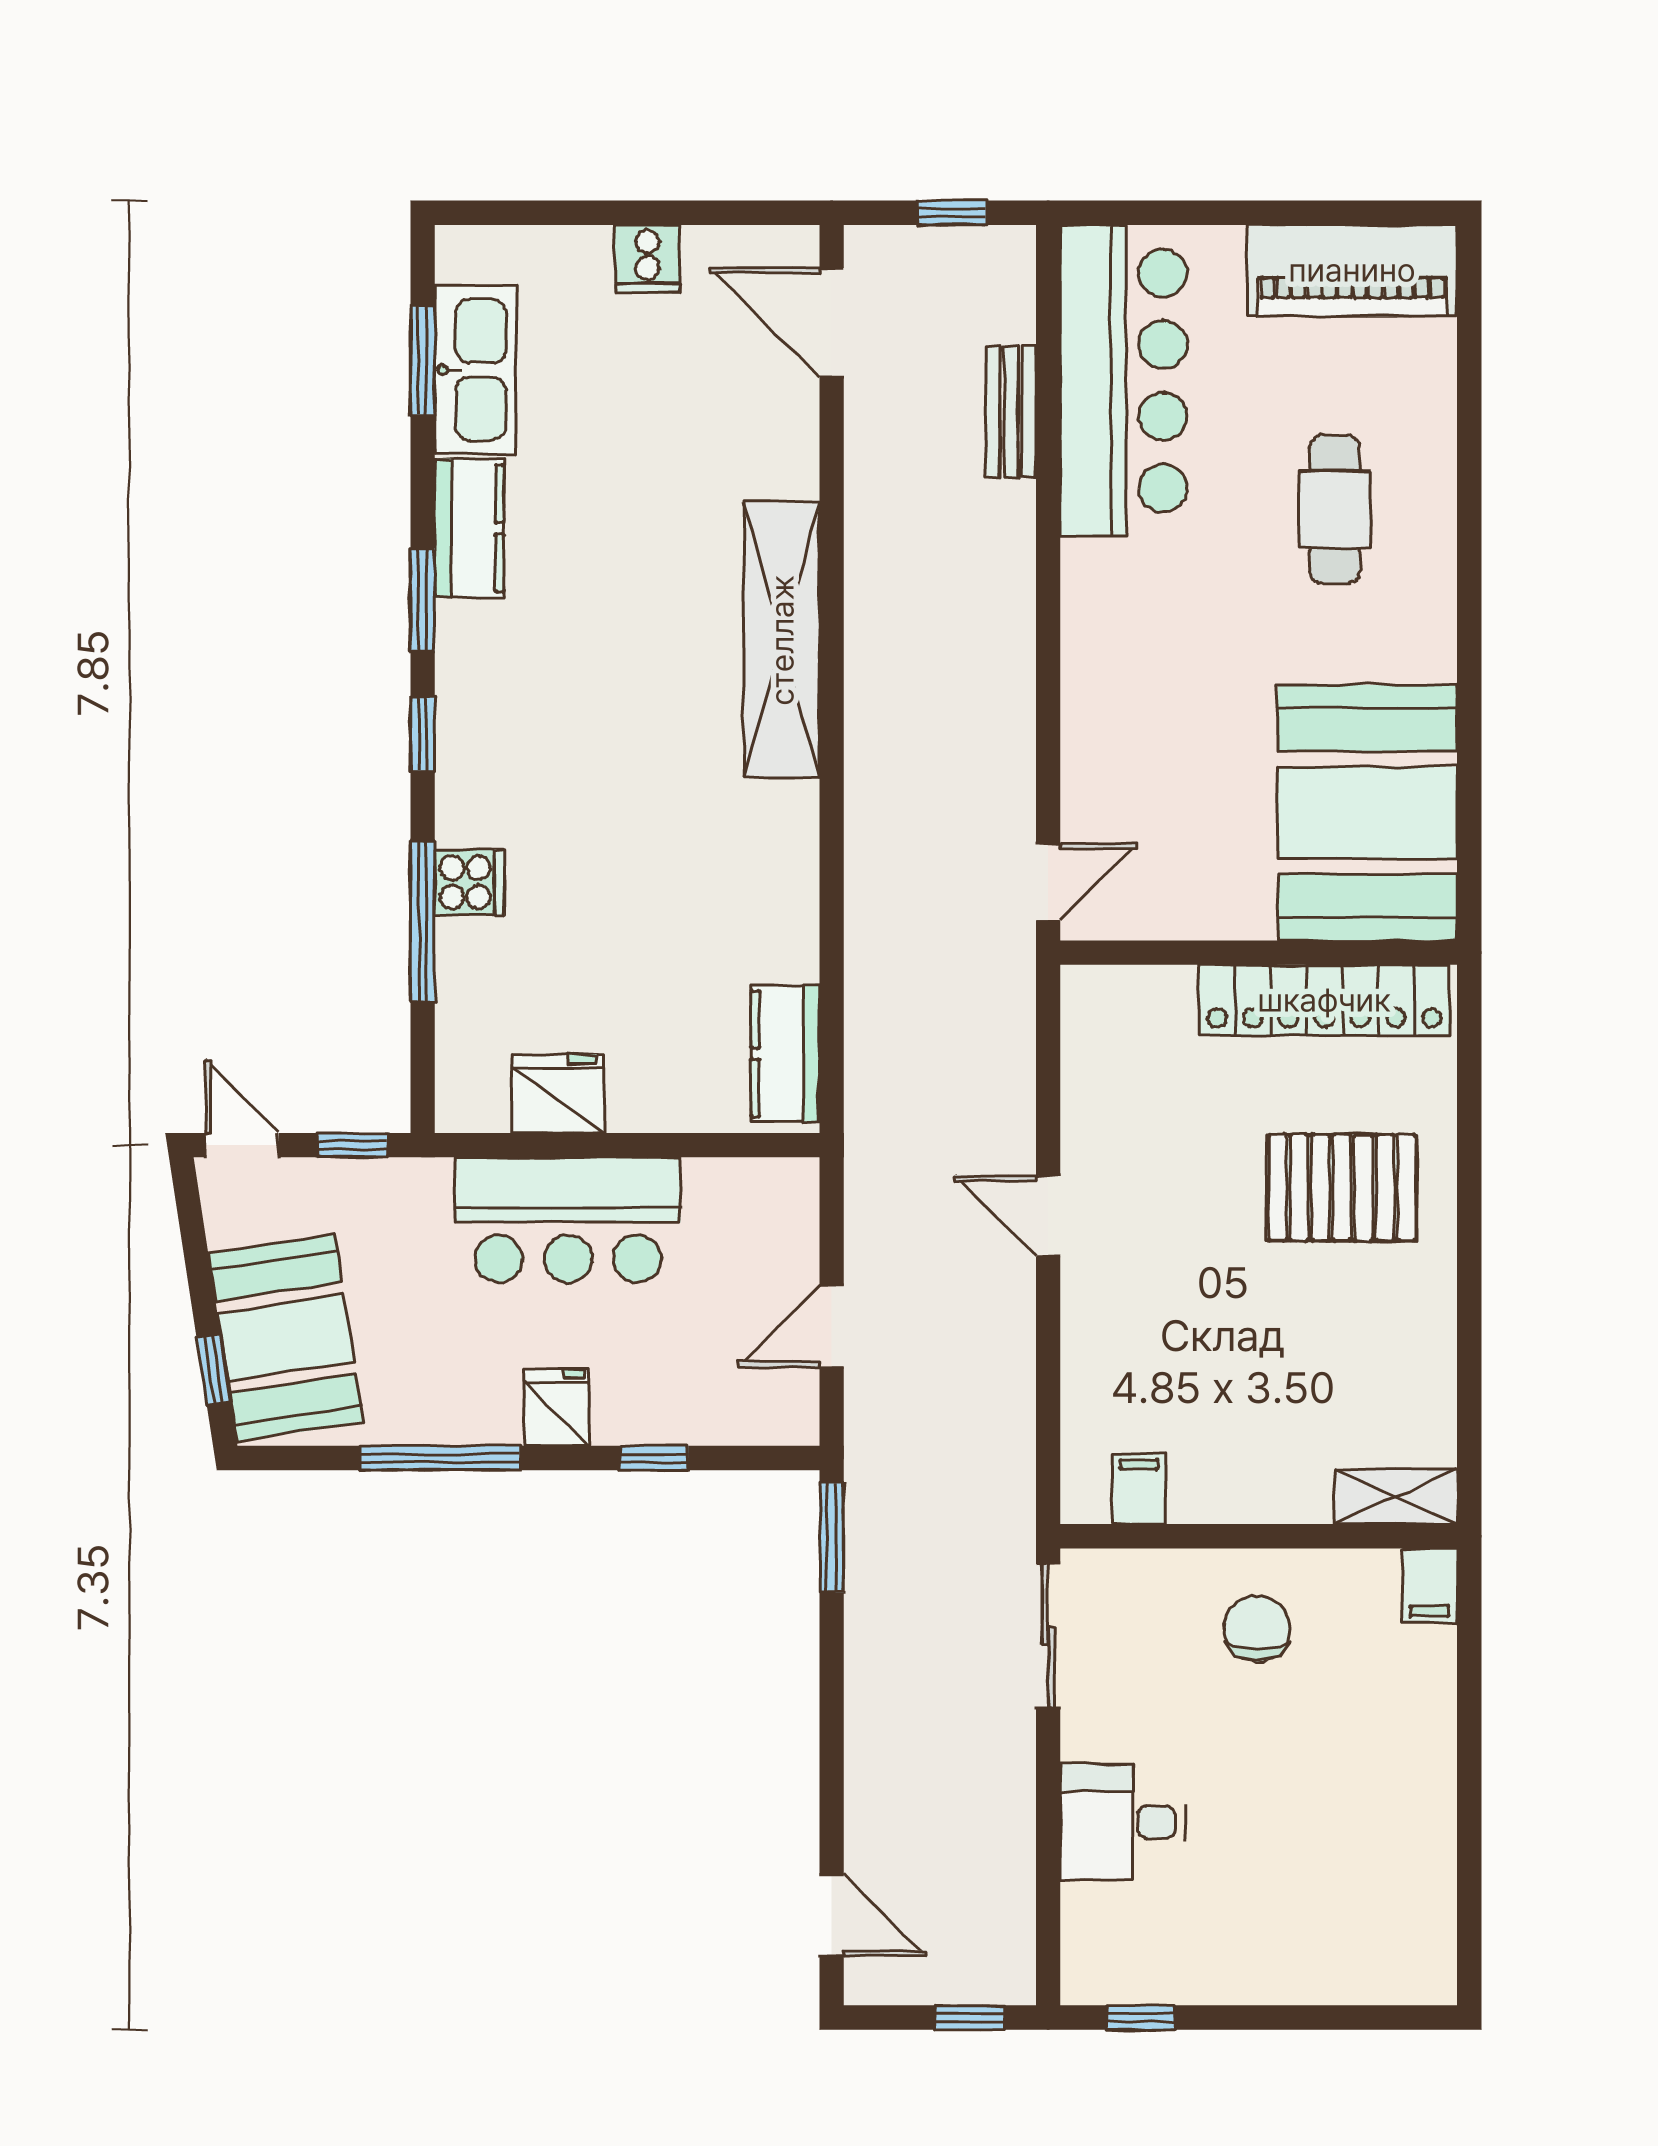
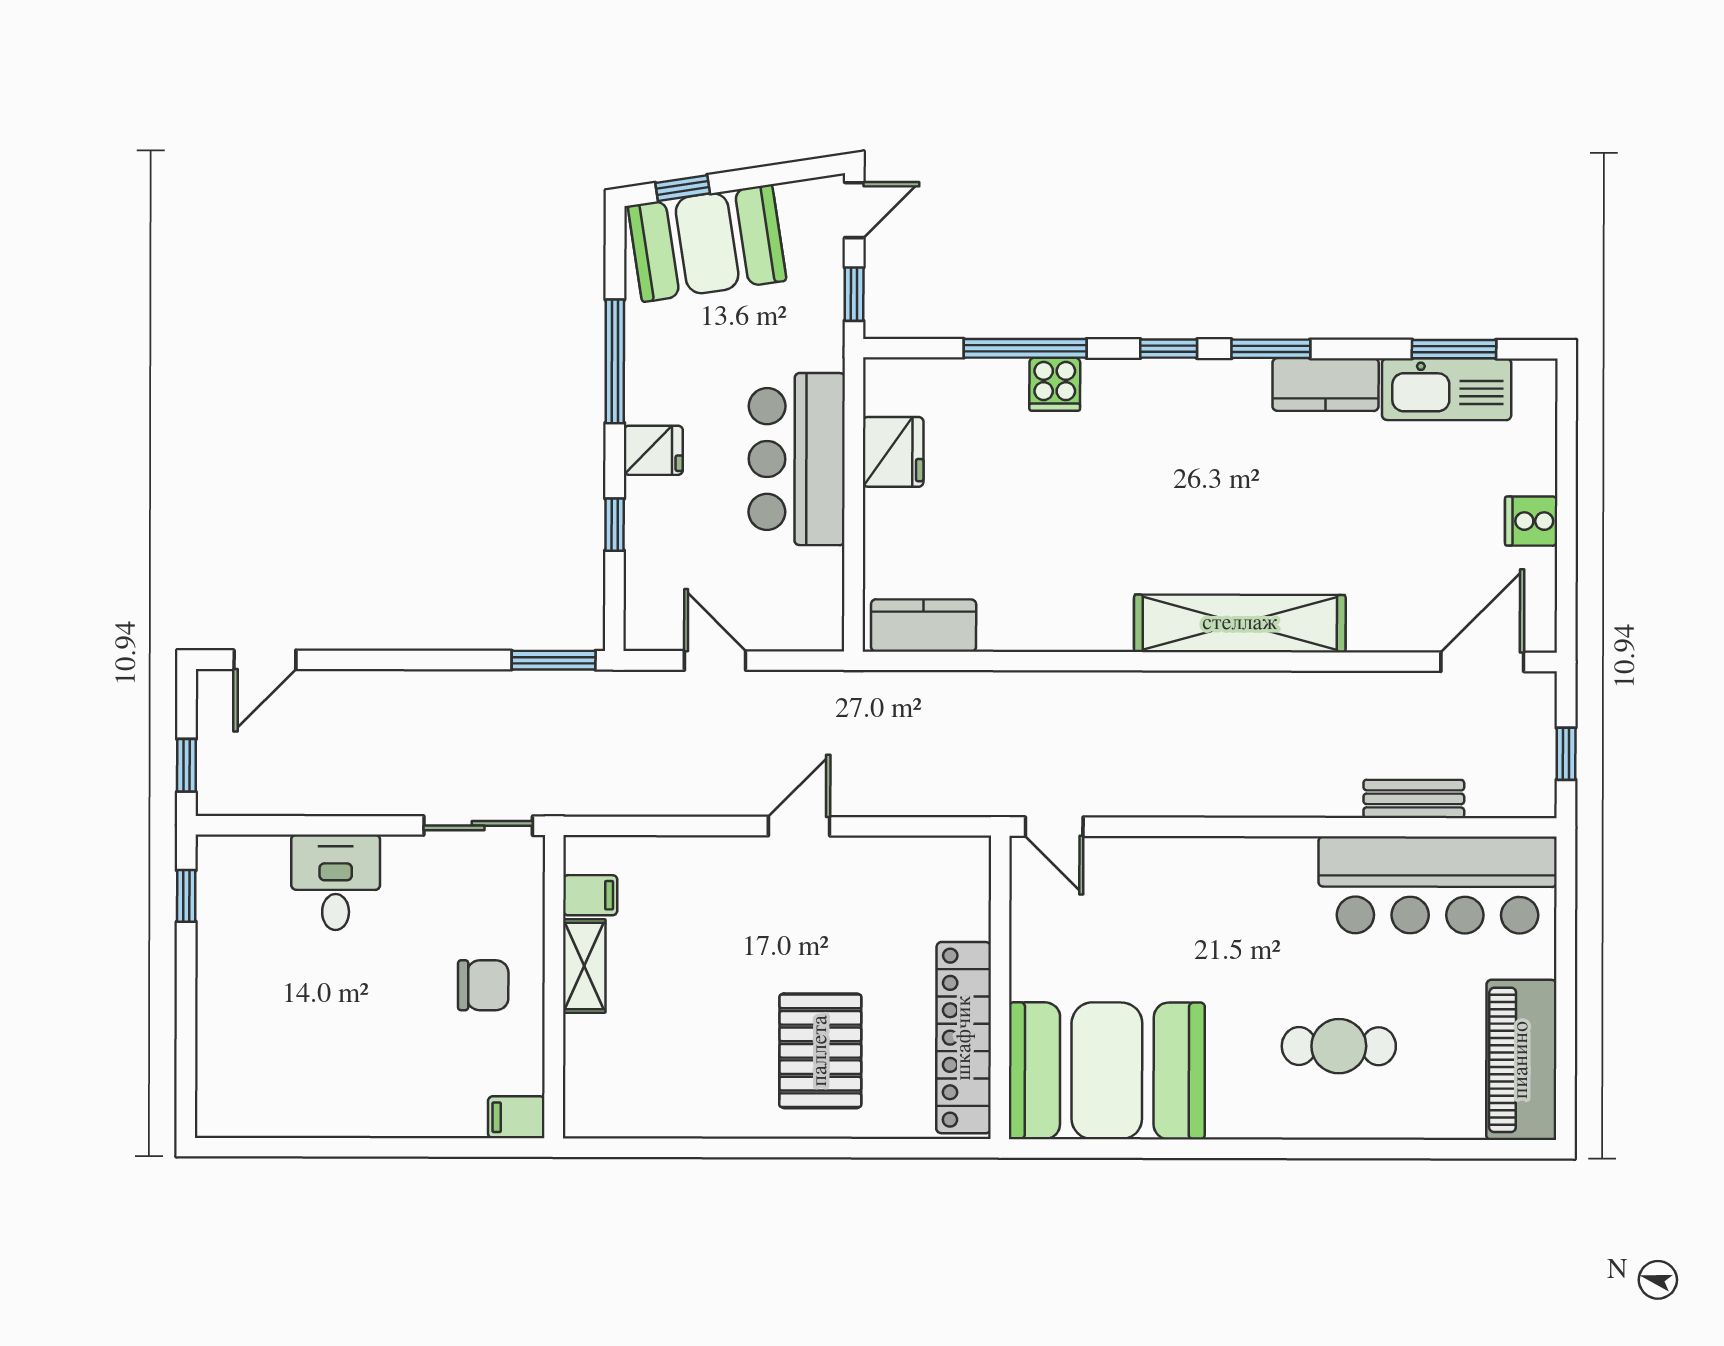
shelving: (1396, 1497) -> (584, 966), moved

